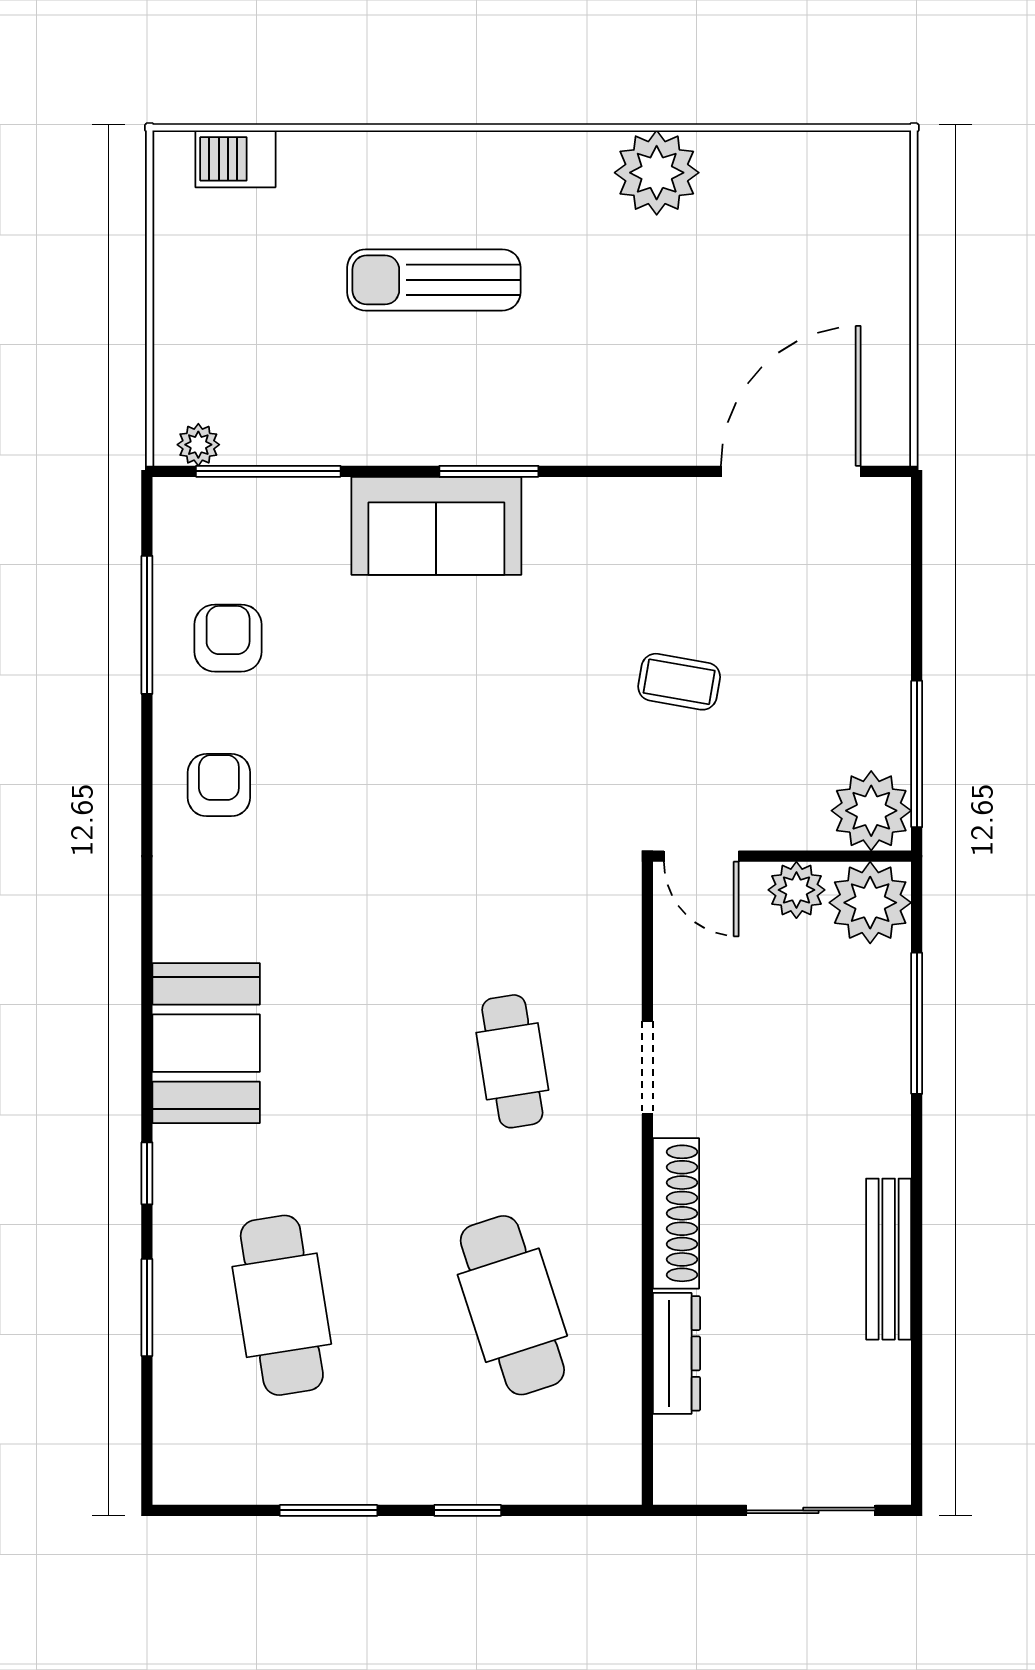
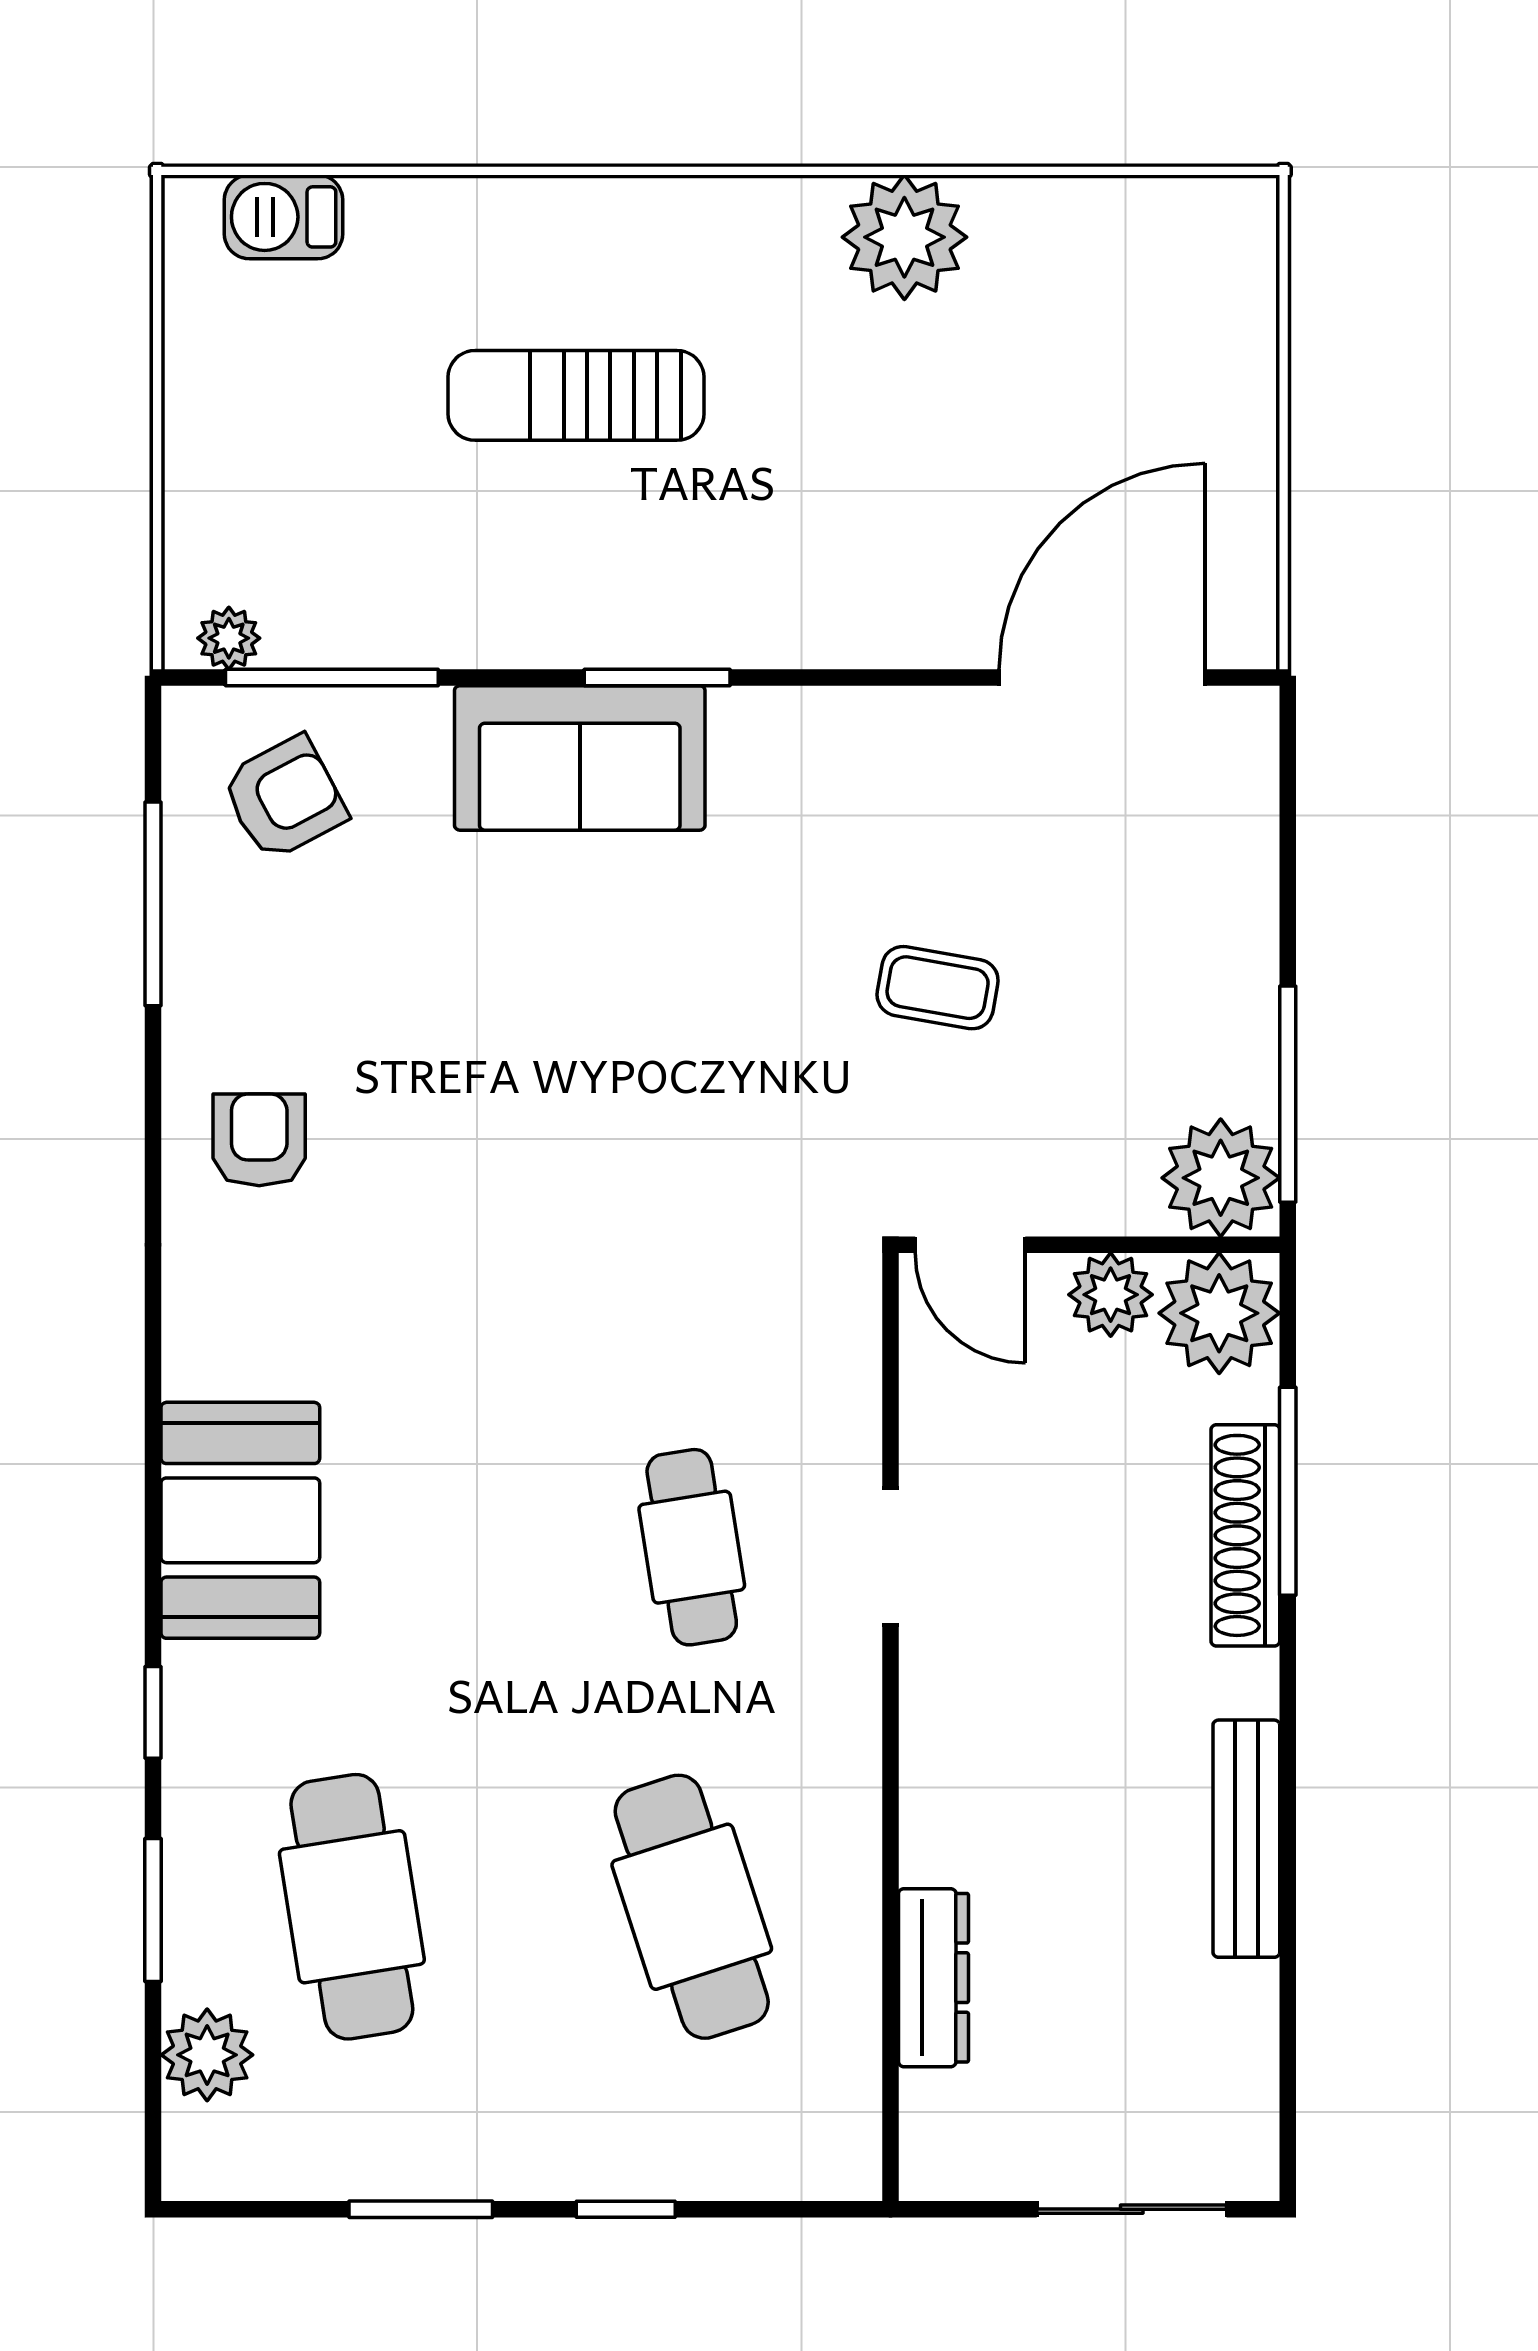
armchair: (228, 638) -> (284, 798), moved, turned 62
shoe rack: (676, 1213) -> (1245, 1535), moved, turned 180
plant: (184, 1406) -> (207, 2055), added

